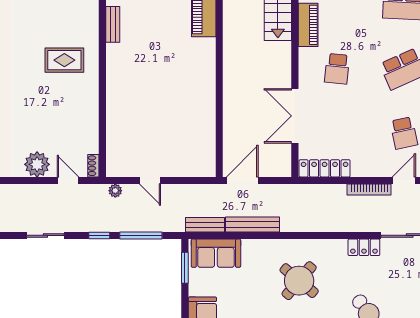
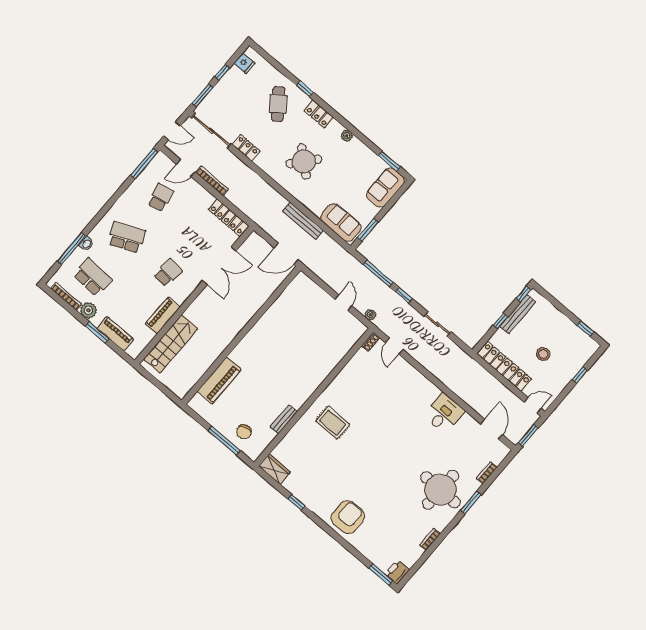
plant: (37, 164) -> (405, 372), removed
bench: (205, 225) -> (333, 246), removed

